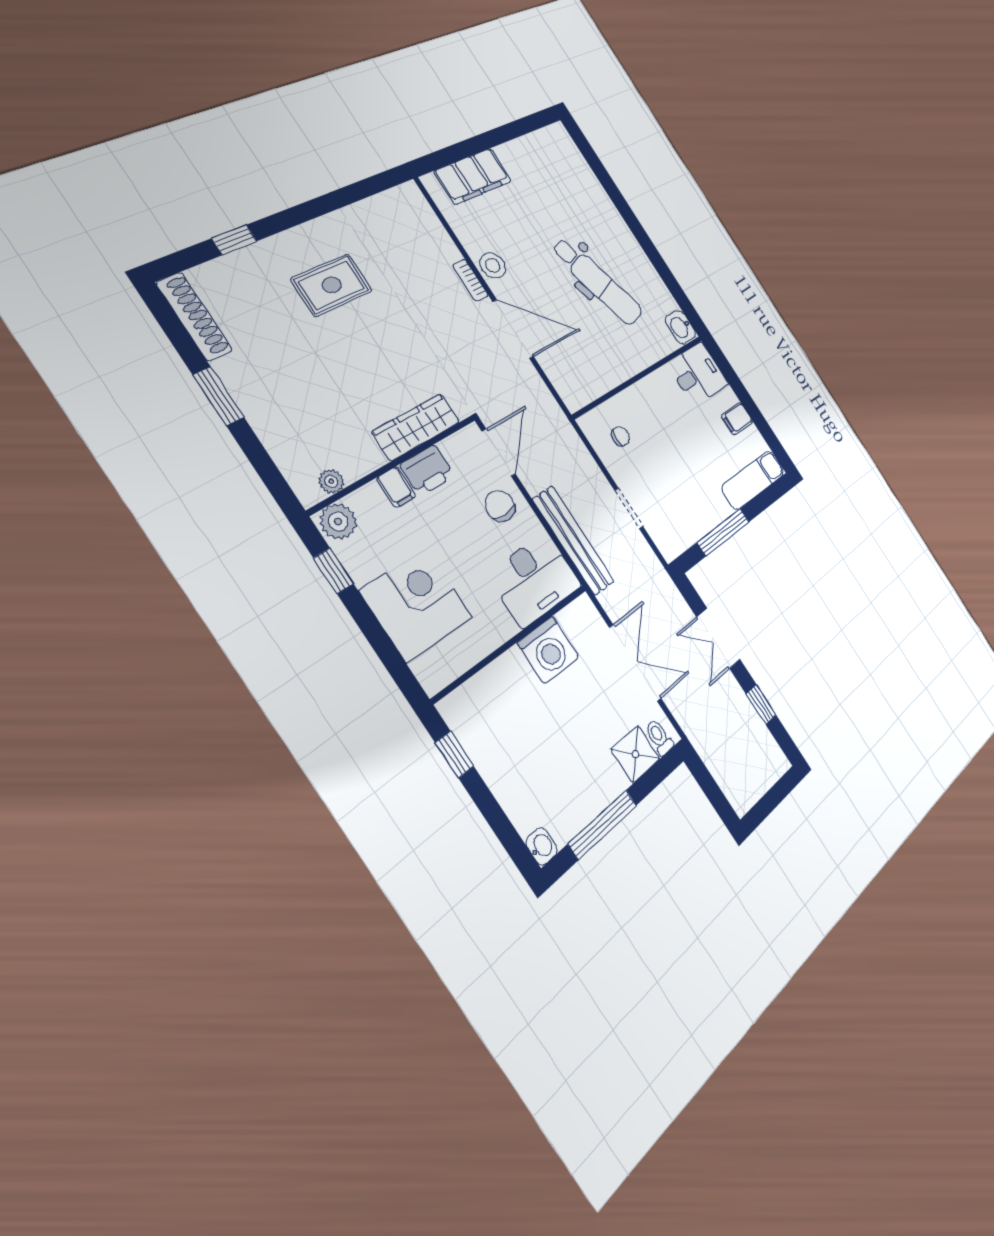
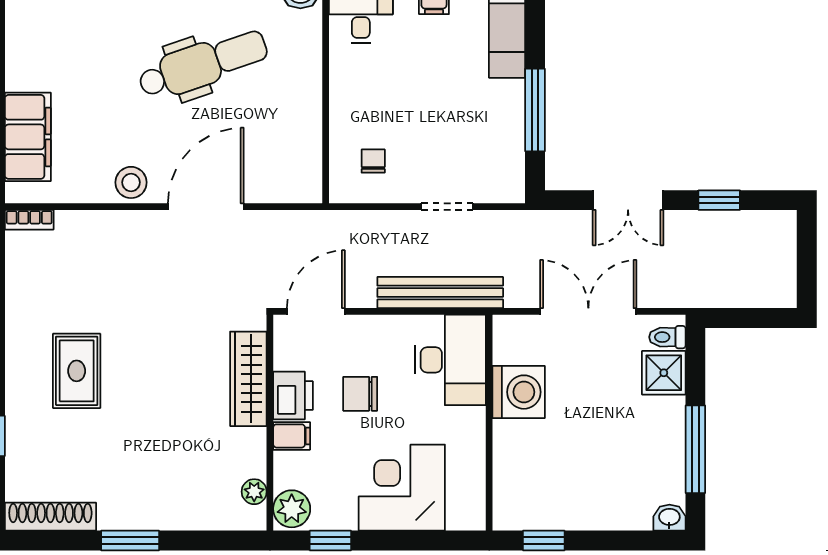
bookcase: (470, 280) -> (29, 220), moved
door: (499, 453) -> (316, 311), hinge flipped
chair: (500, 506) -> (360, 394), moved

